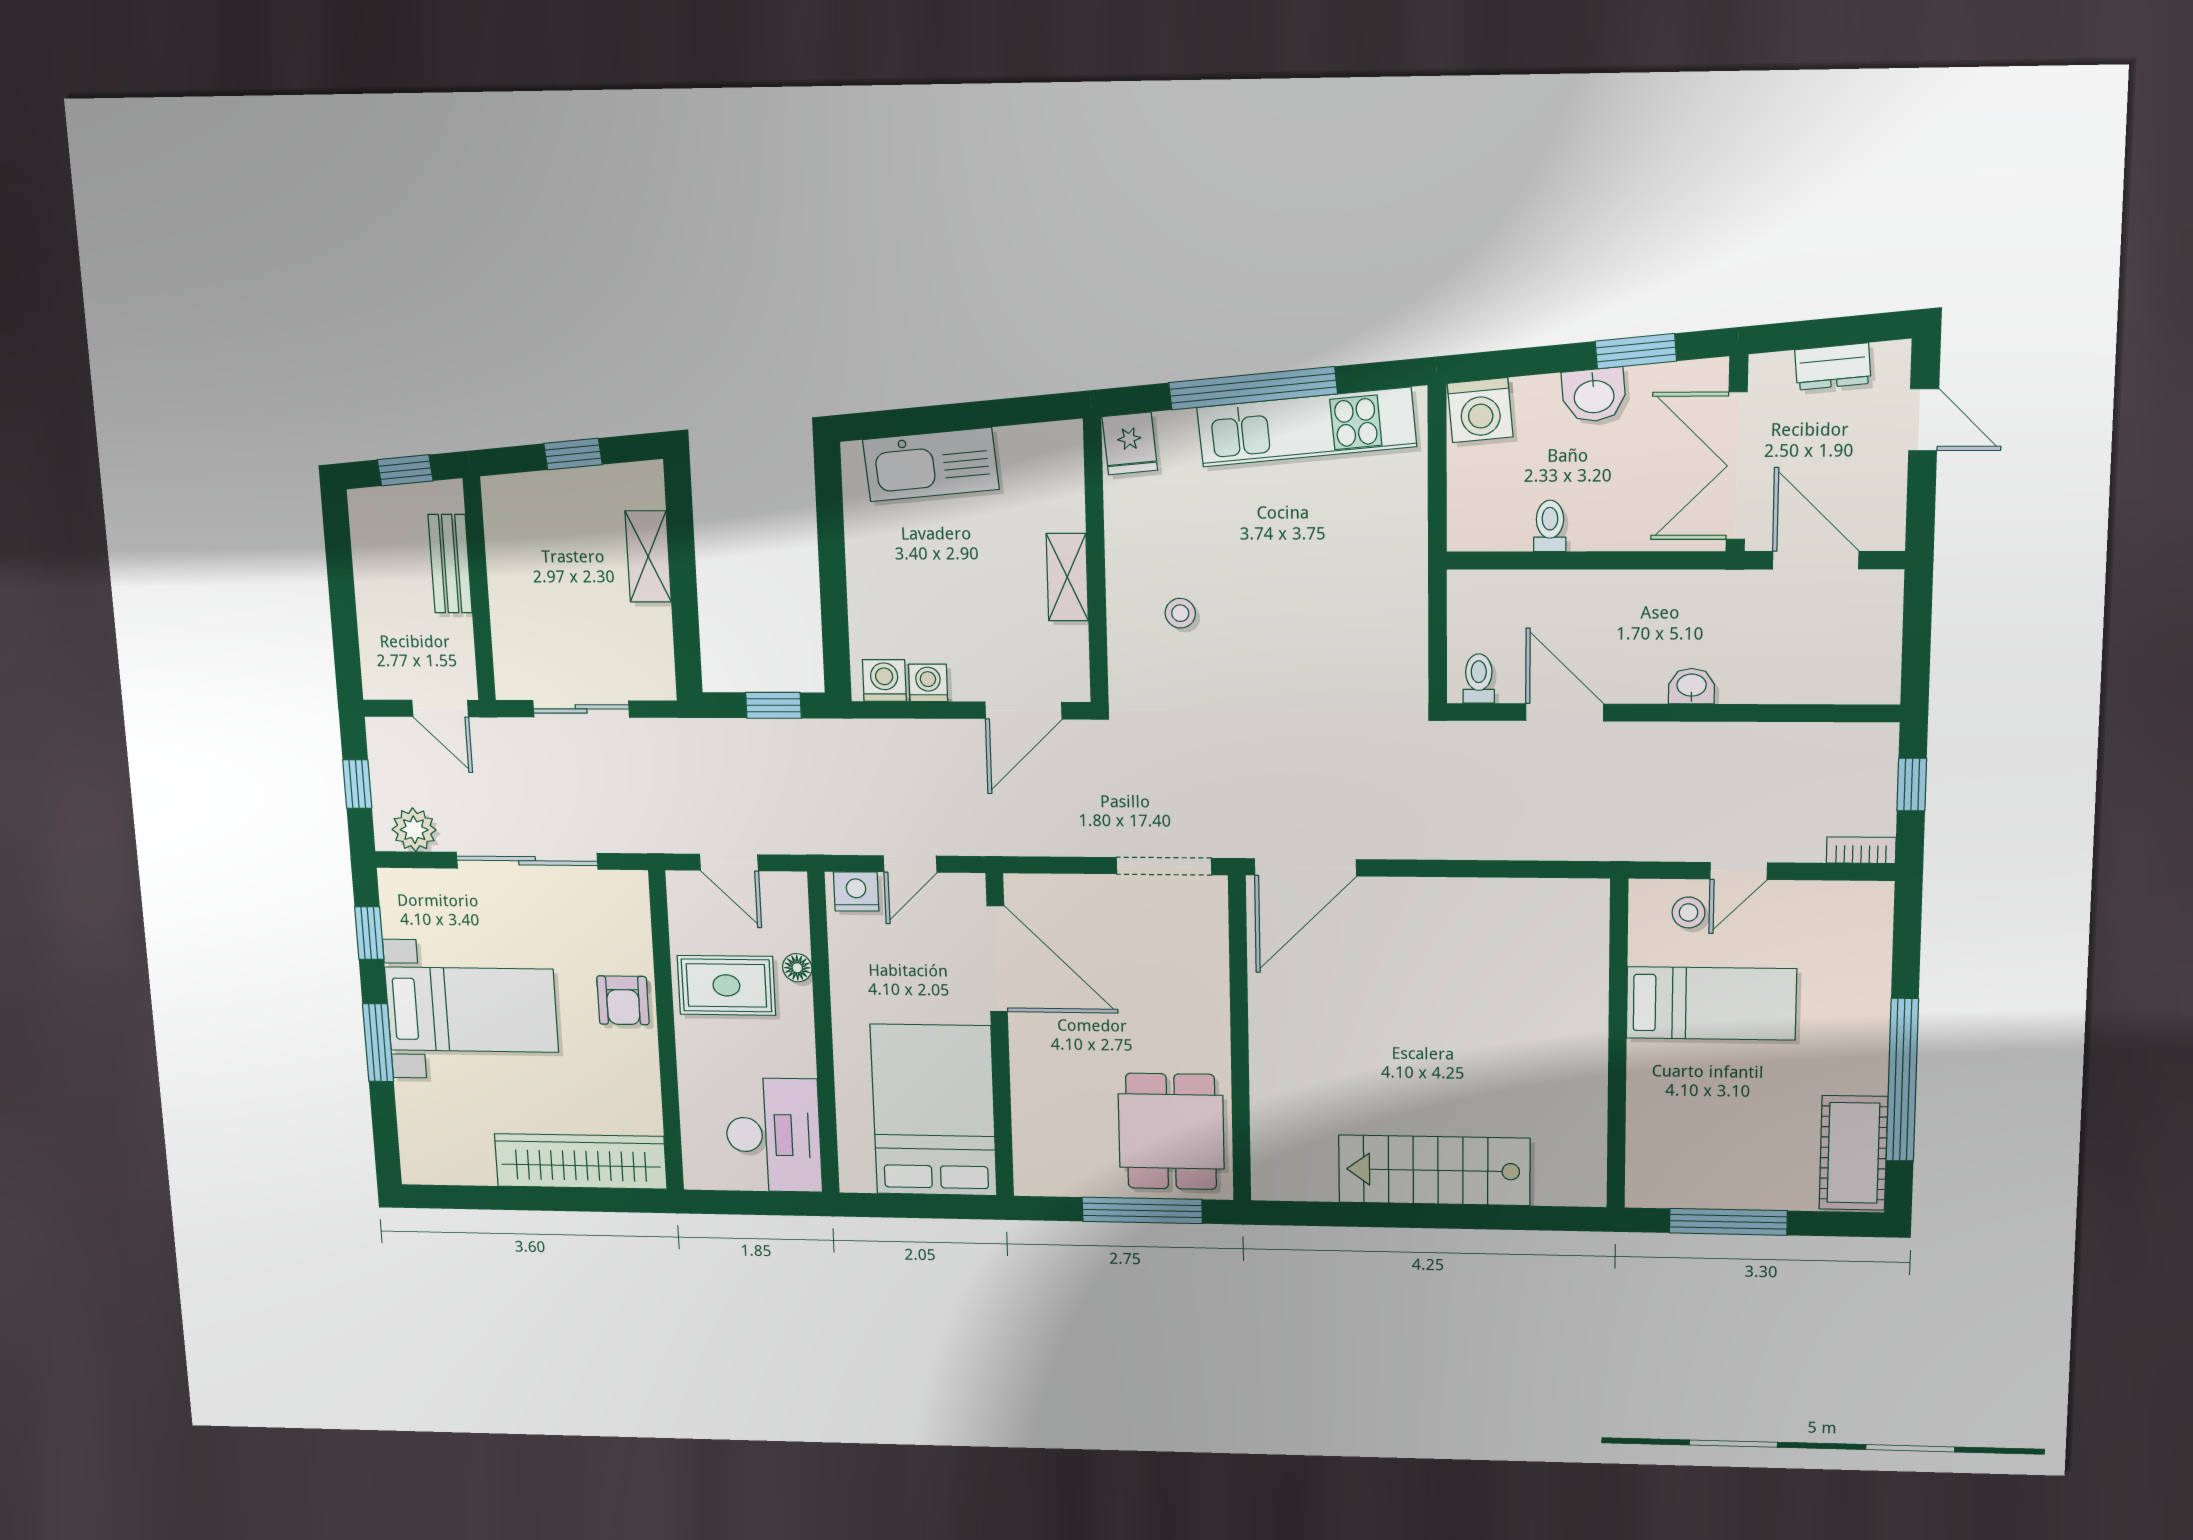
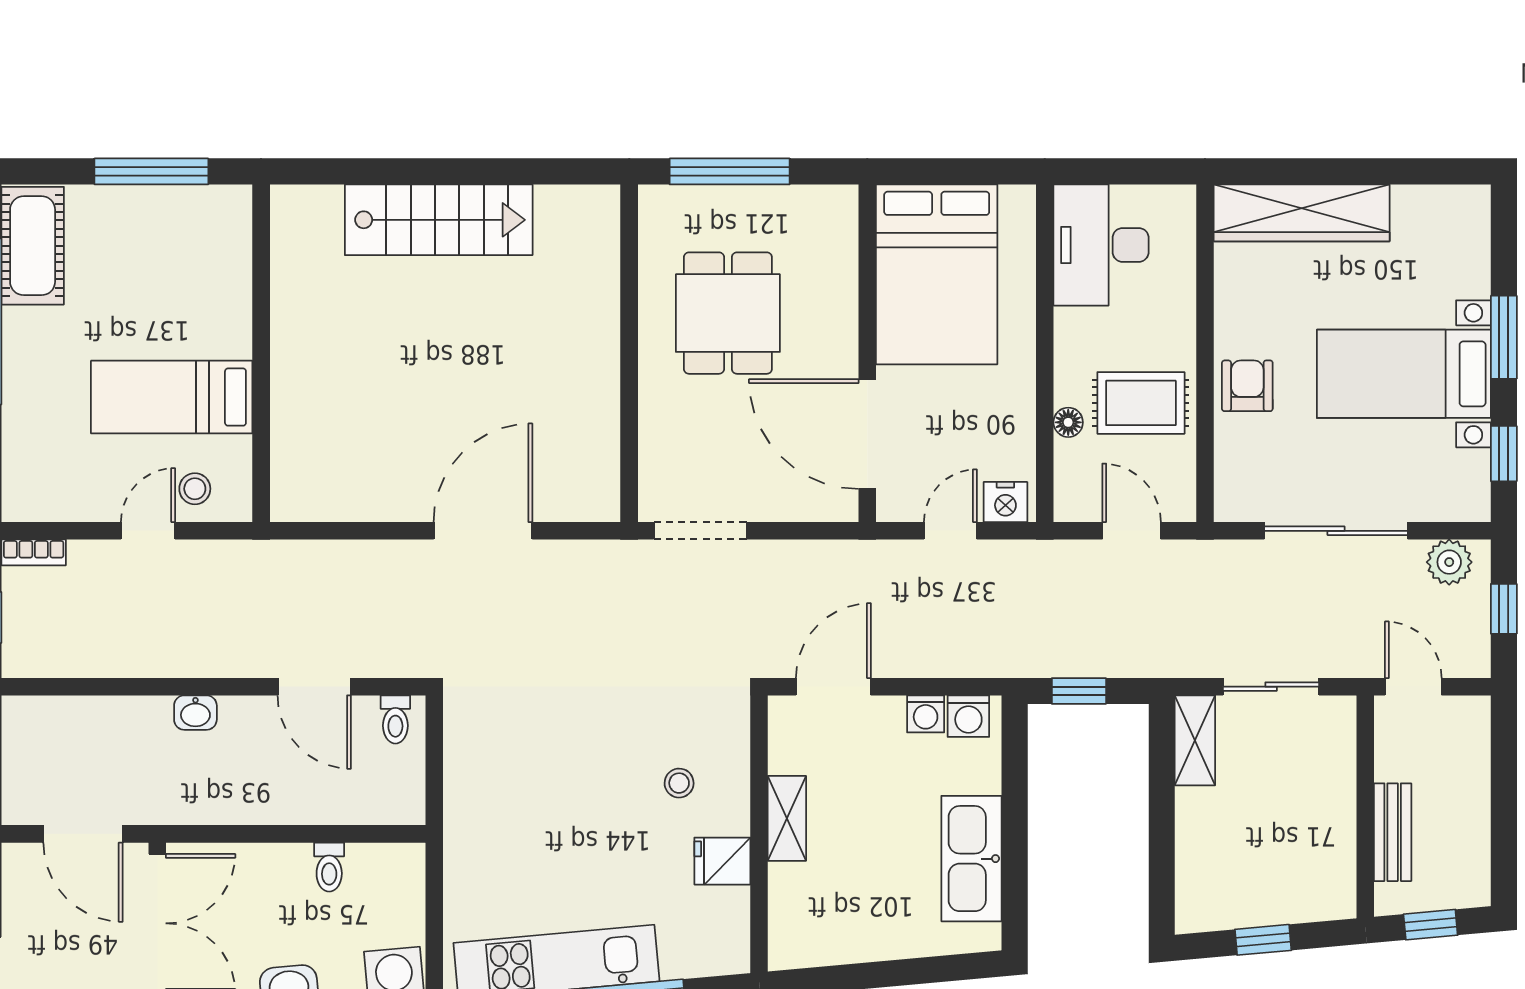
fridge: (1130, 443) -> (722, 861), moved, turned -85
kitchen sink: (931, 465) -> (971, 859), moved, turned -85
shelving: (648, 557) -> (1195, 740), moved
door: (1305, 867) -> (483, 531), moved
dining table: (1171, 1131) -> (728, 313), moved

